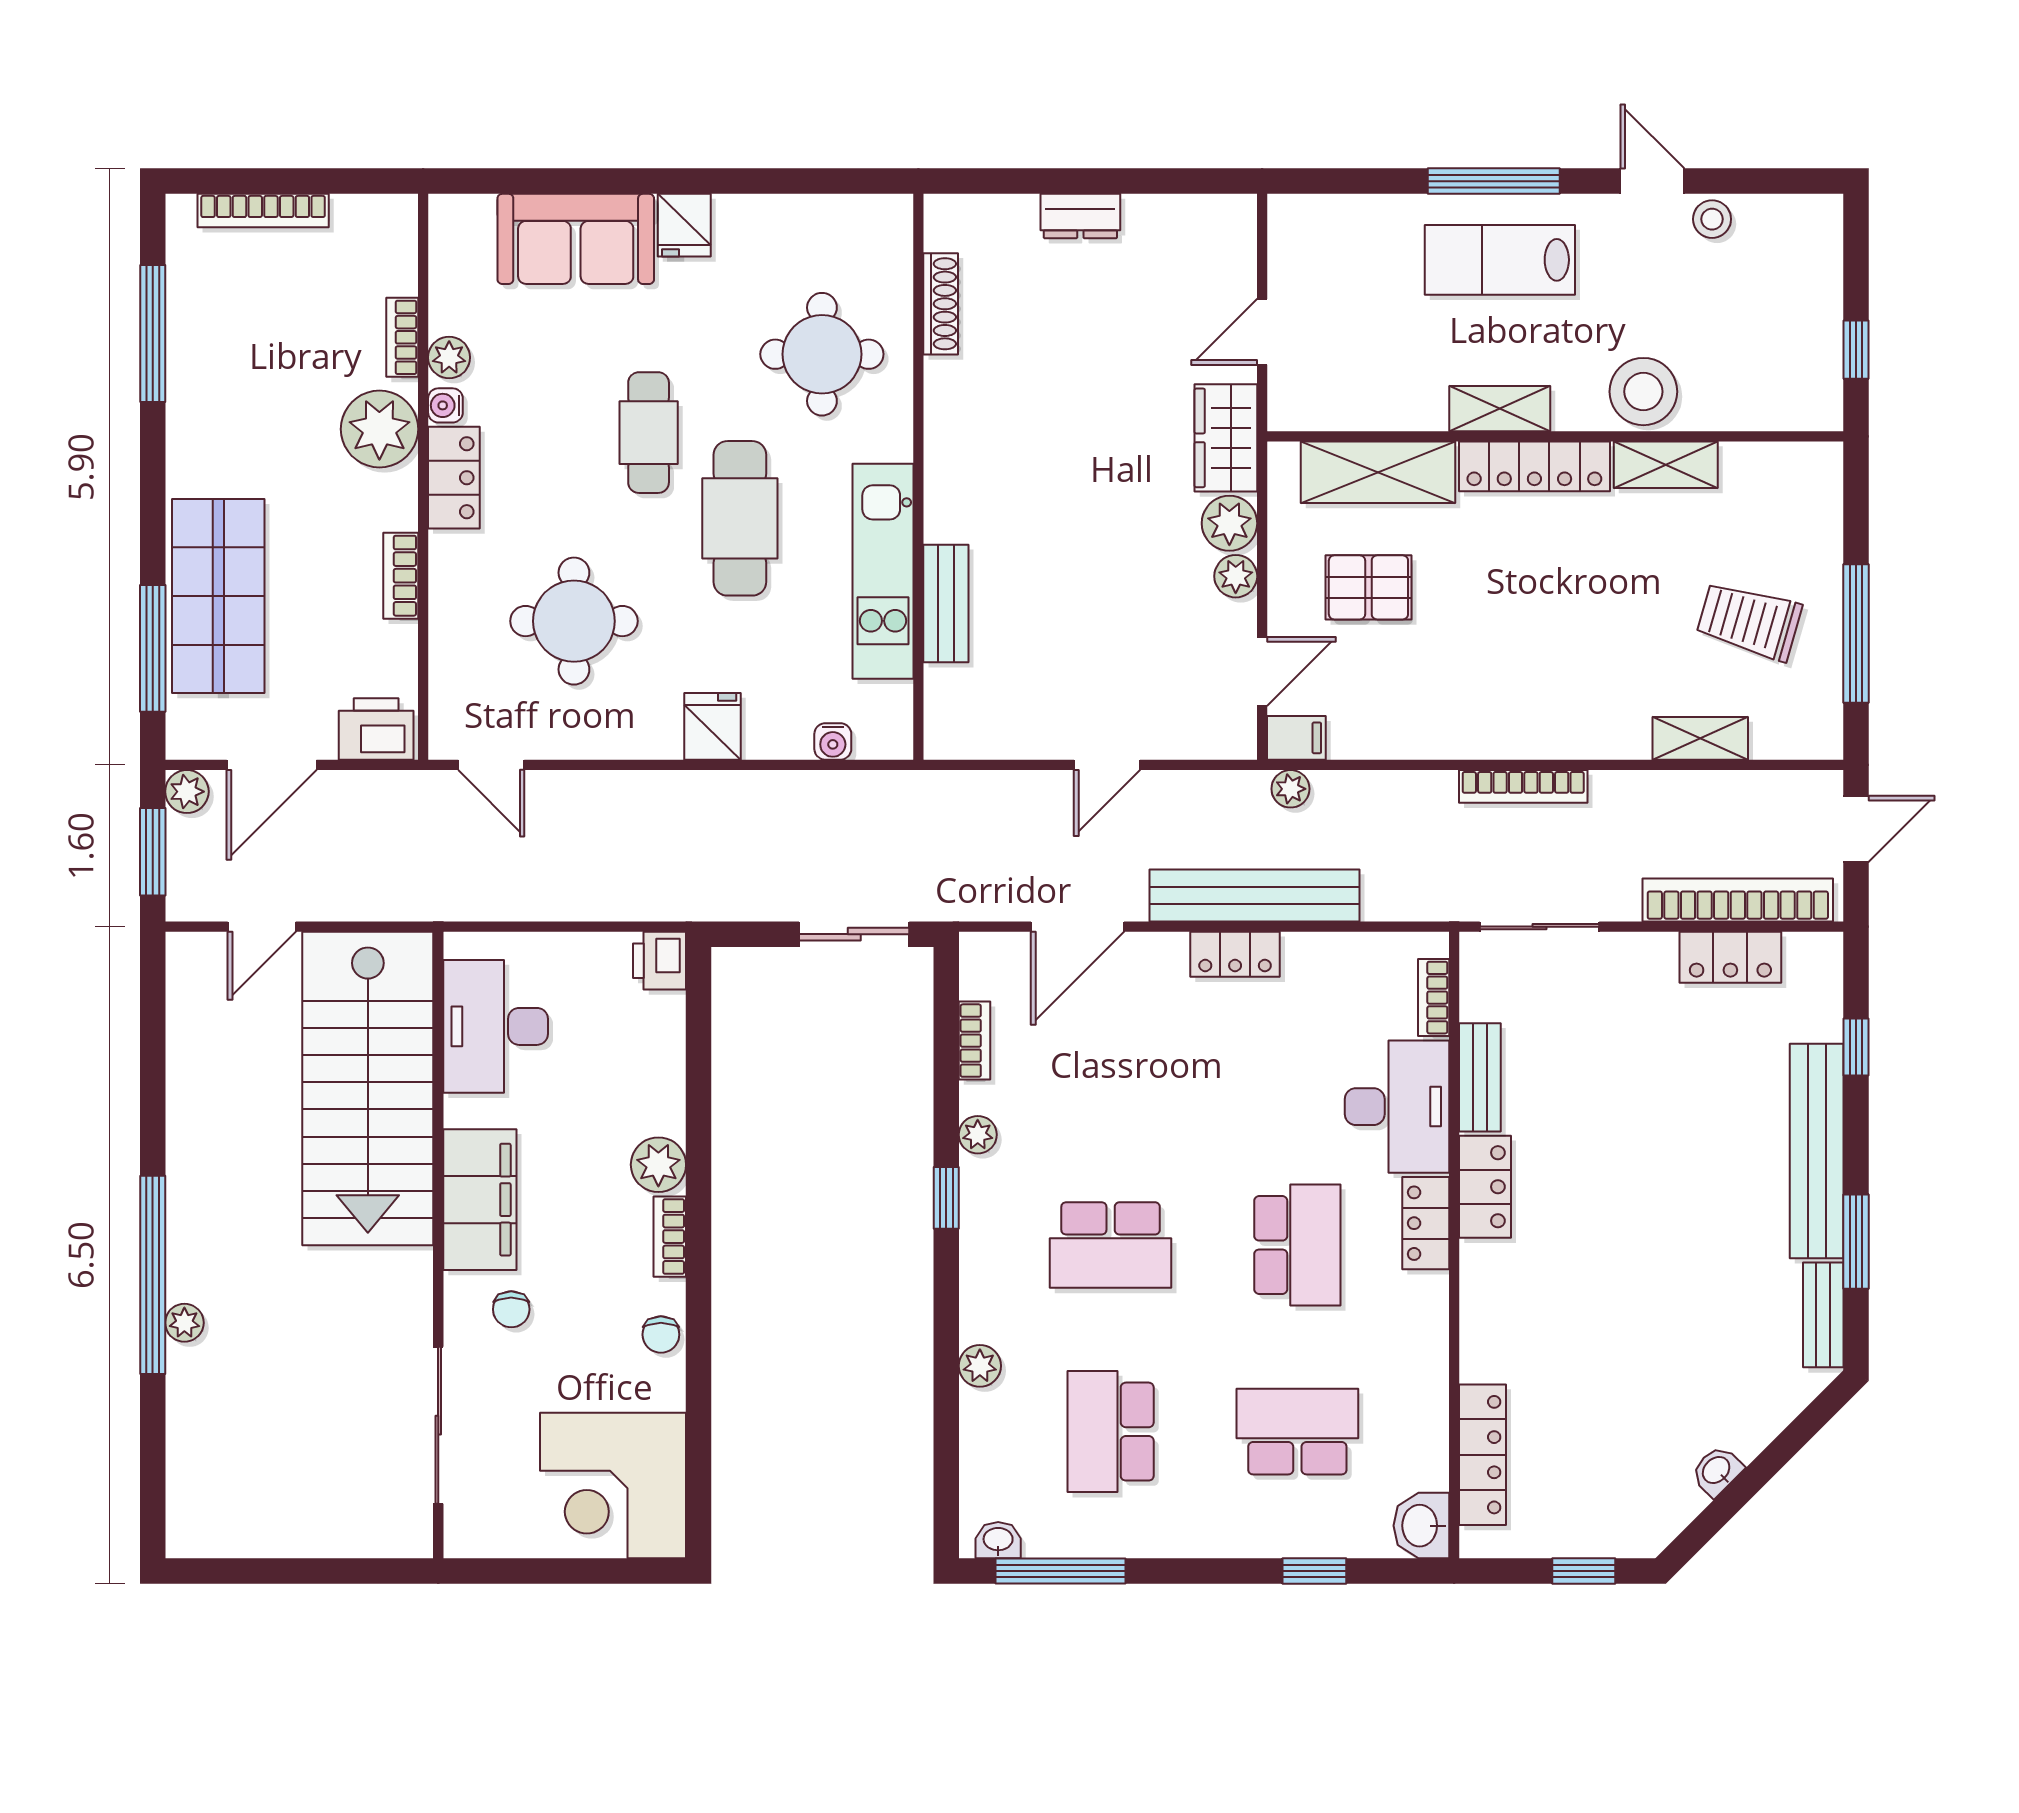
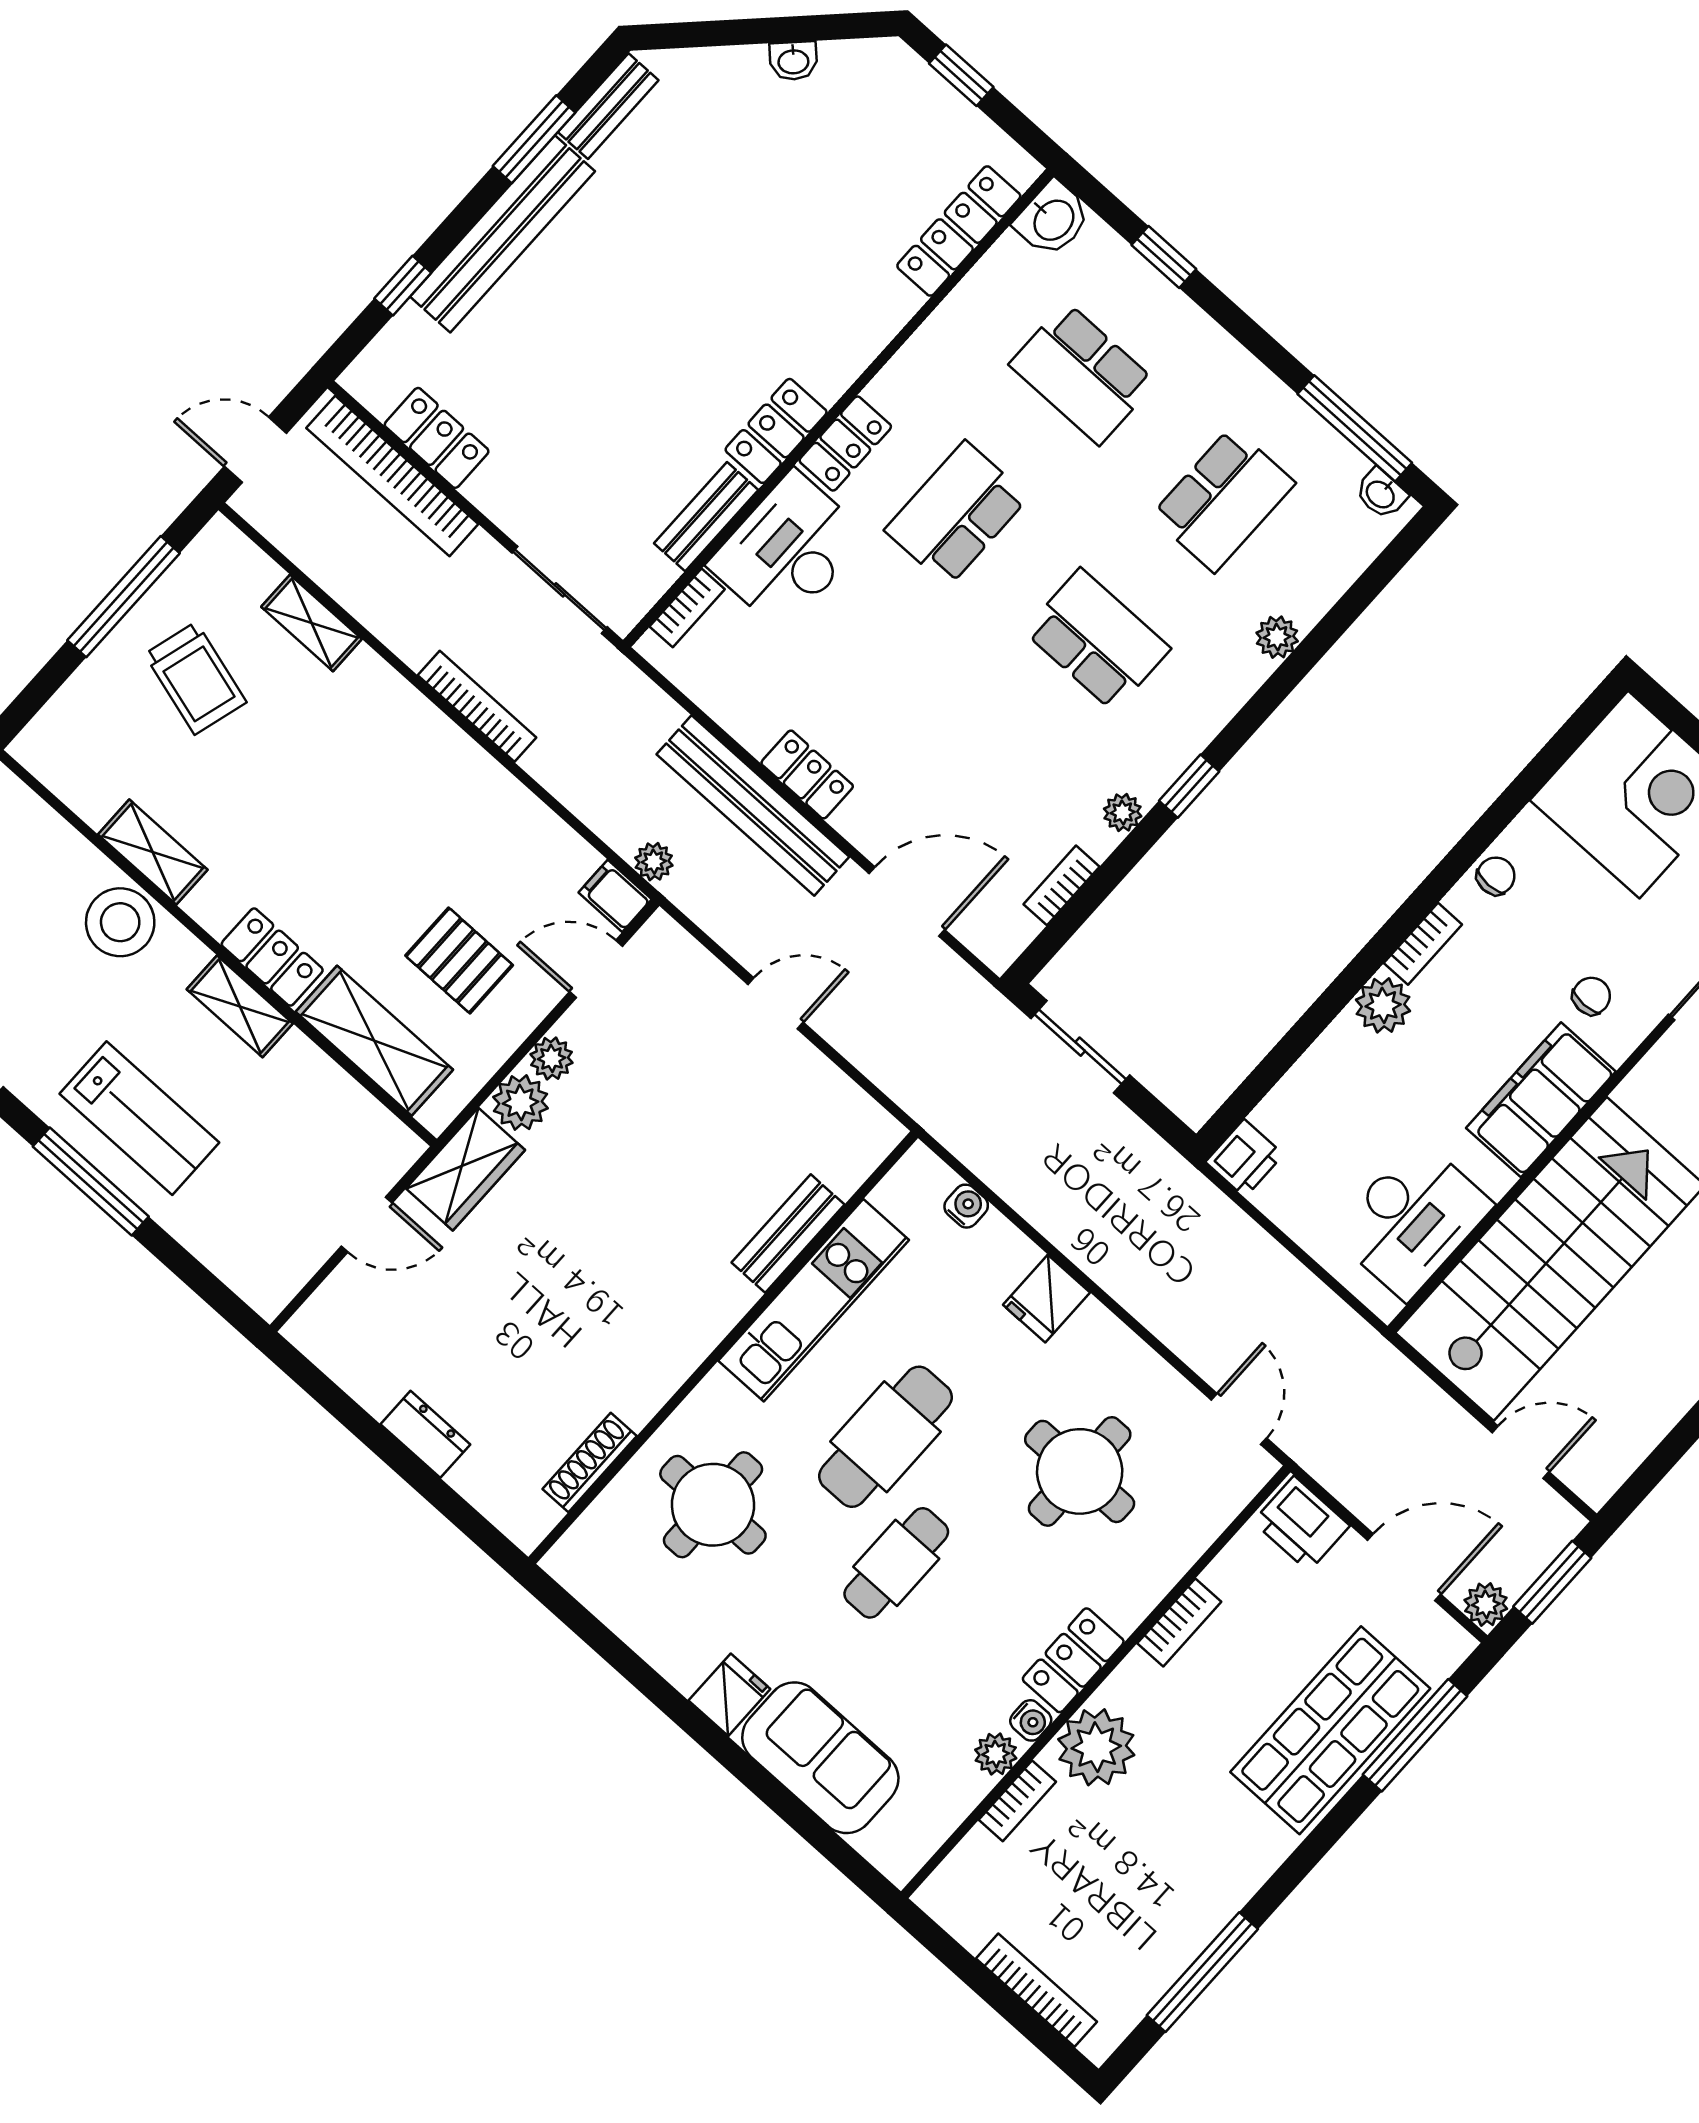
locker: (1534, 466) -> (272, 957), width x0.66

